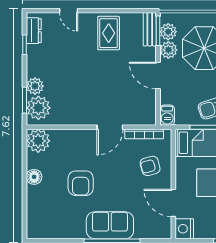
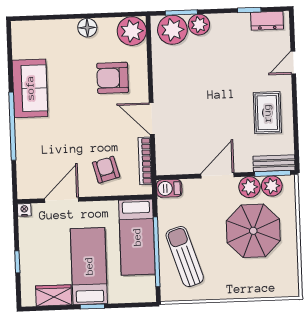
rug: (109, 33) -> (267, 113), turned 90
armchair: (81, 183) -> (113, 78), moved
sofa: (110, 225) -> (30, 88), moved
nightstand: (184, 229) -> (24, 210), width x0.53, depth x0.56

